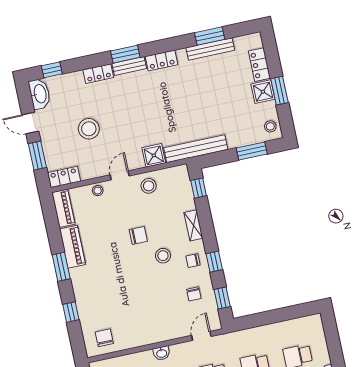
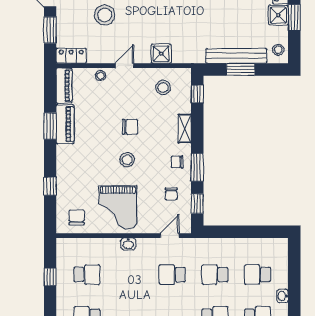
bench: (196, 149) -> (236, 56), moved
window: (252, 151) -> (241, 69), moved
stool: (149, 186) -> (163, 87), moved
stool: (163, 256) -> (127, 160), moved
window: (214, 262) -> (197, 167), width x1.50
window: (61, 267) -> (50, 126), moved
grand piano: (143, 319) -> (118, 207), added

